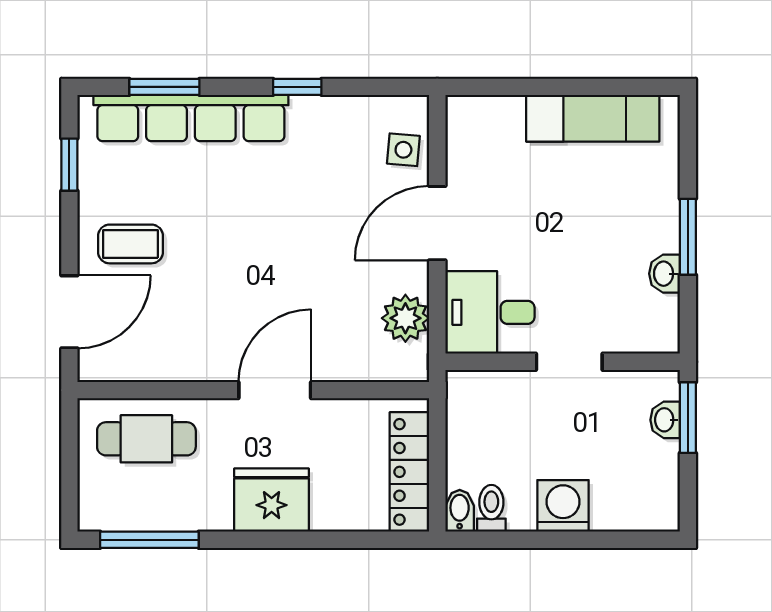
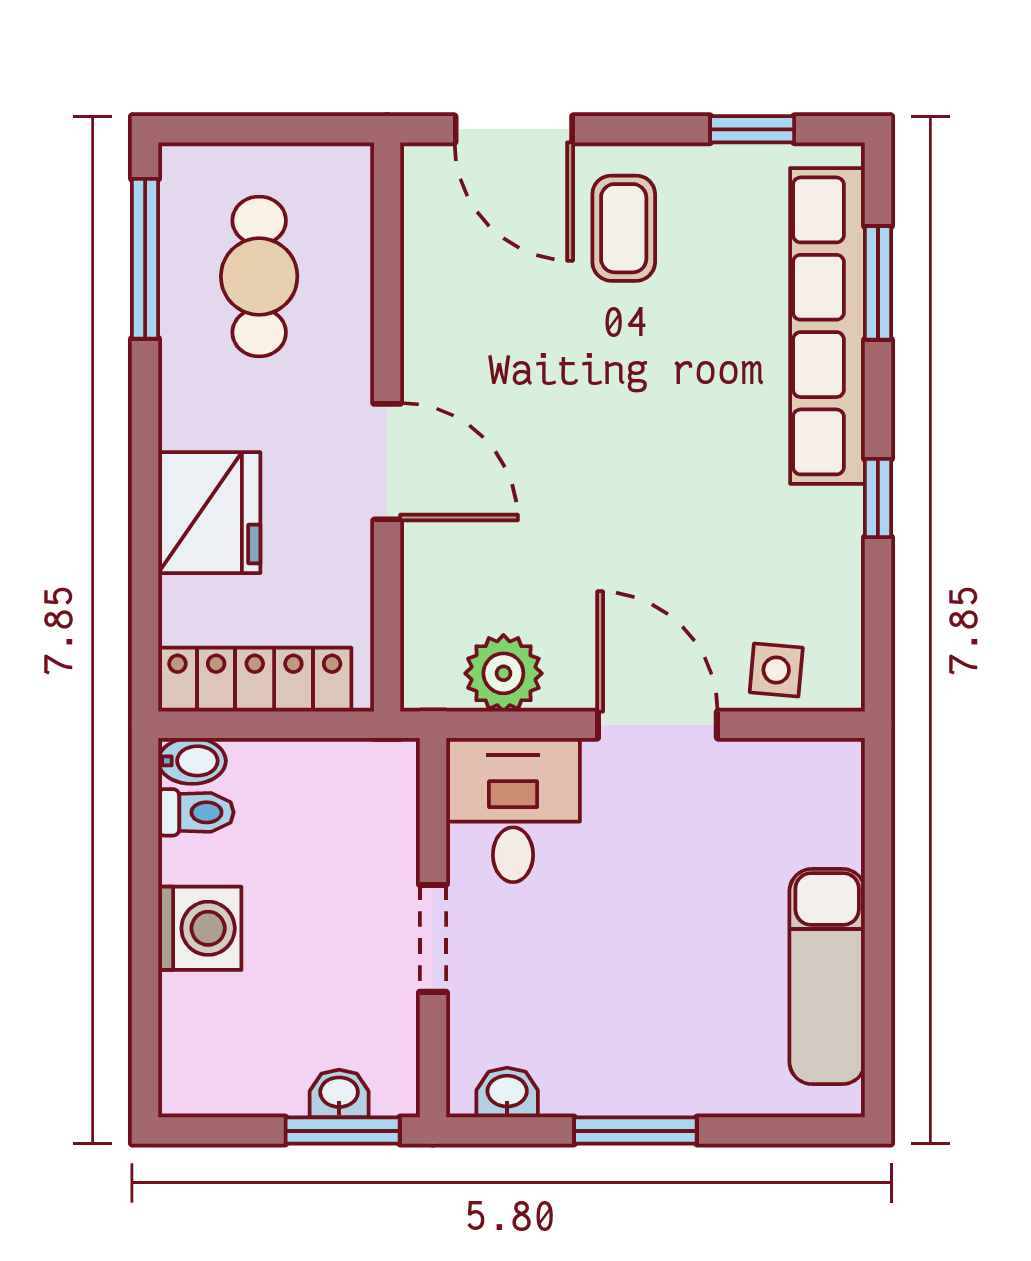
washbasin: (664, 274) -> (507, 1093), moved
cafe table: (146, 439) -> (259, 276), moved
fridge: (272, 500) -> (209, 513), moved

